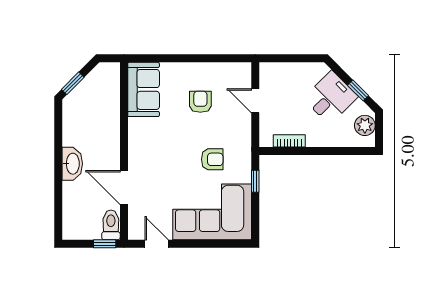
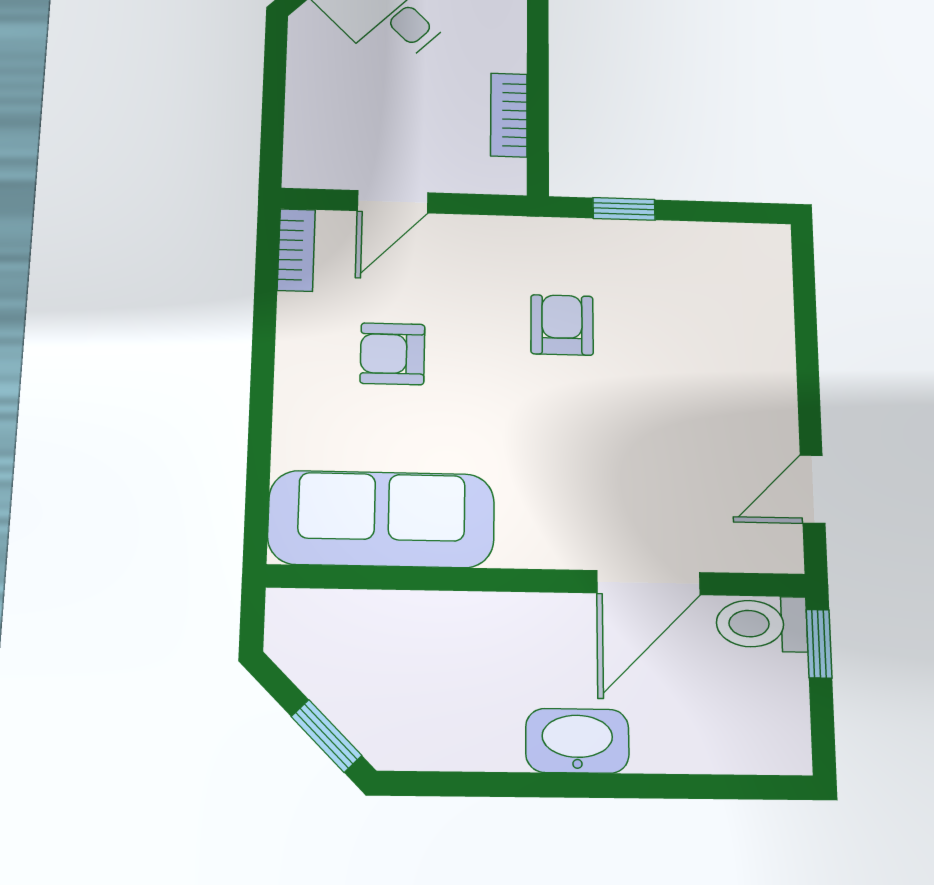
bookcase: (237, 68) -> (296, 250), added
sofa: (144, 89) -> (381, 519), width x1.36
corner sofa: (212, 212) -> (714, 329), removed

